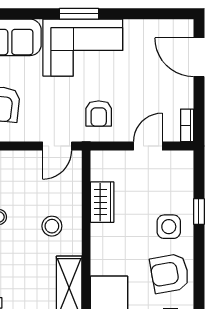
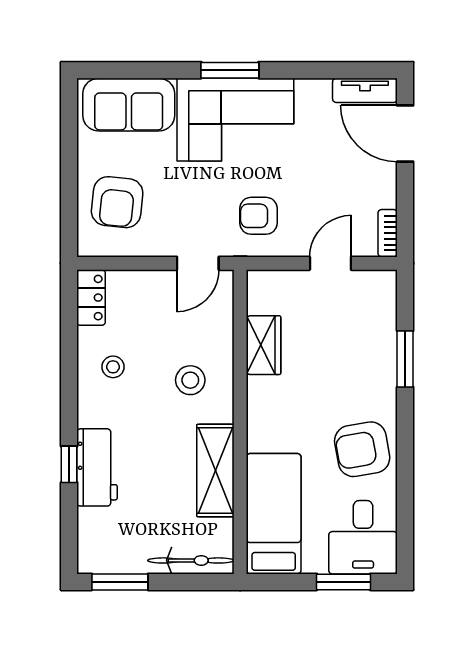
tv unit: (172, 28) -> (365, 90), added
armchair: (99, 113) -> (259, 216), turned 90
window: (199, 212) -> (405, 359), width x1.50
side table: (169, 227) -> (361, 381), removed

